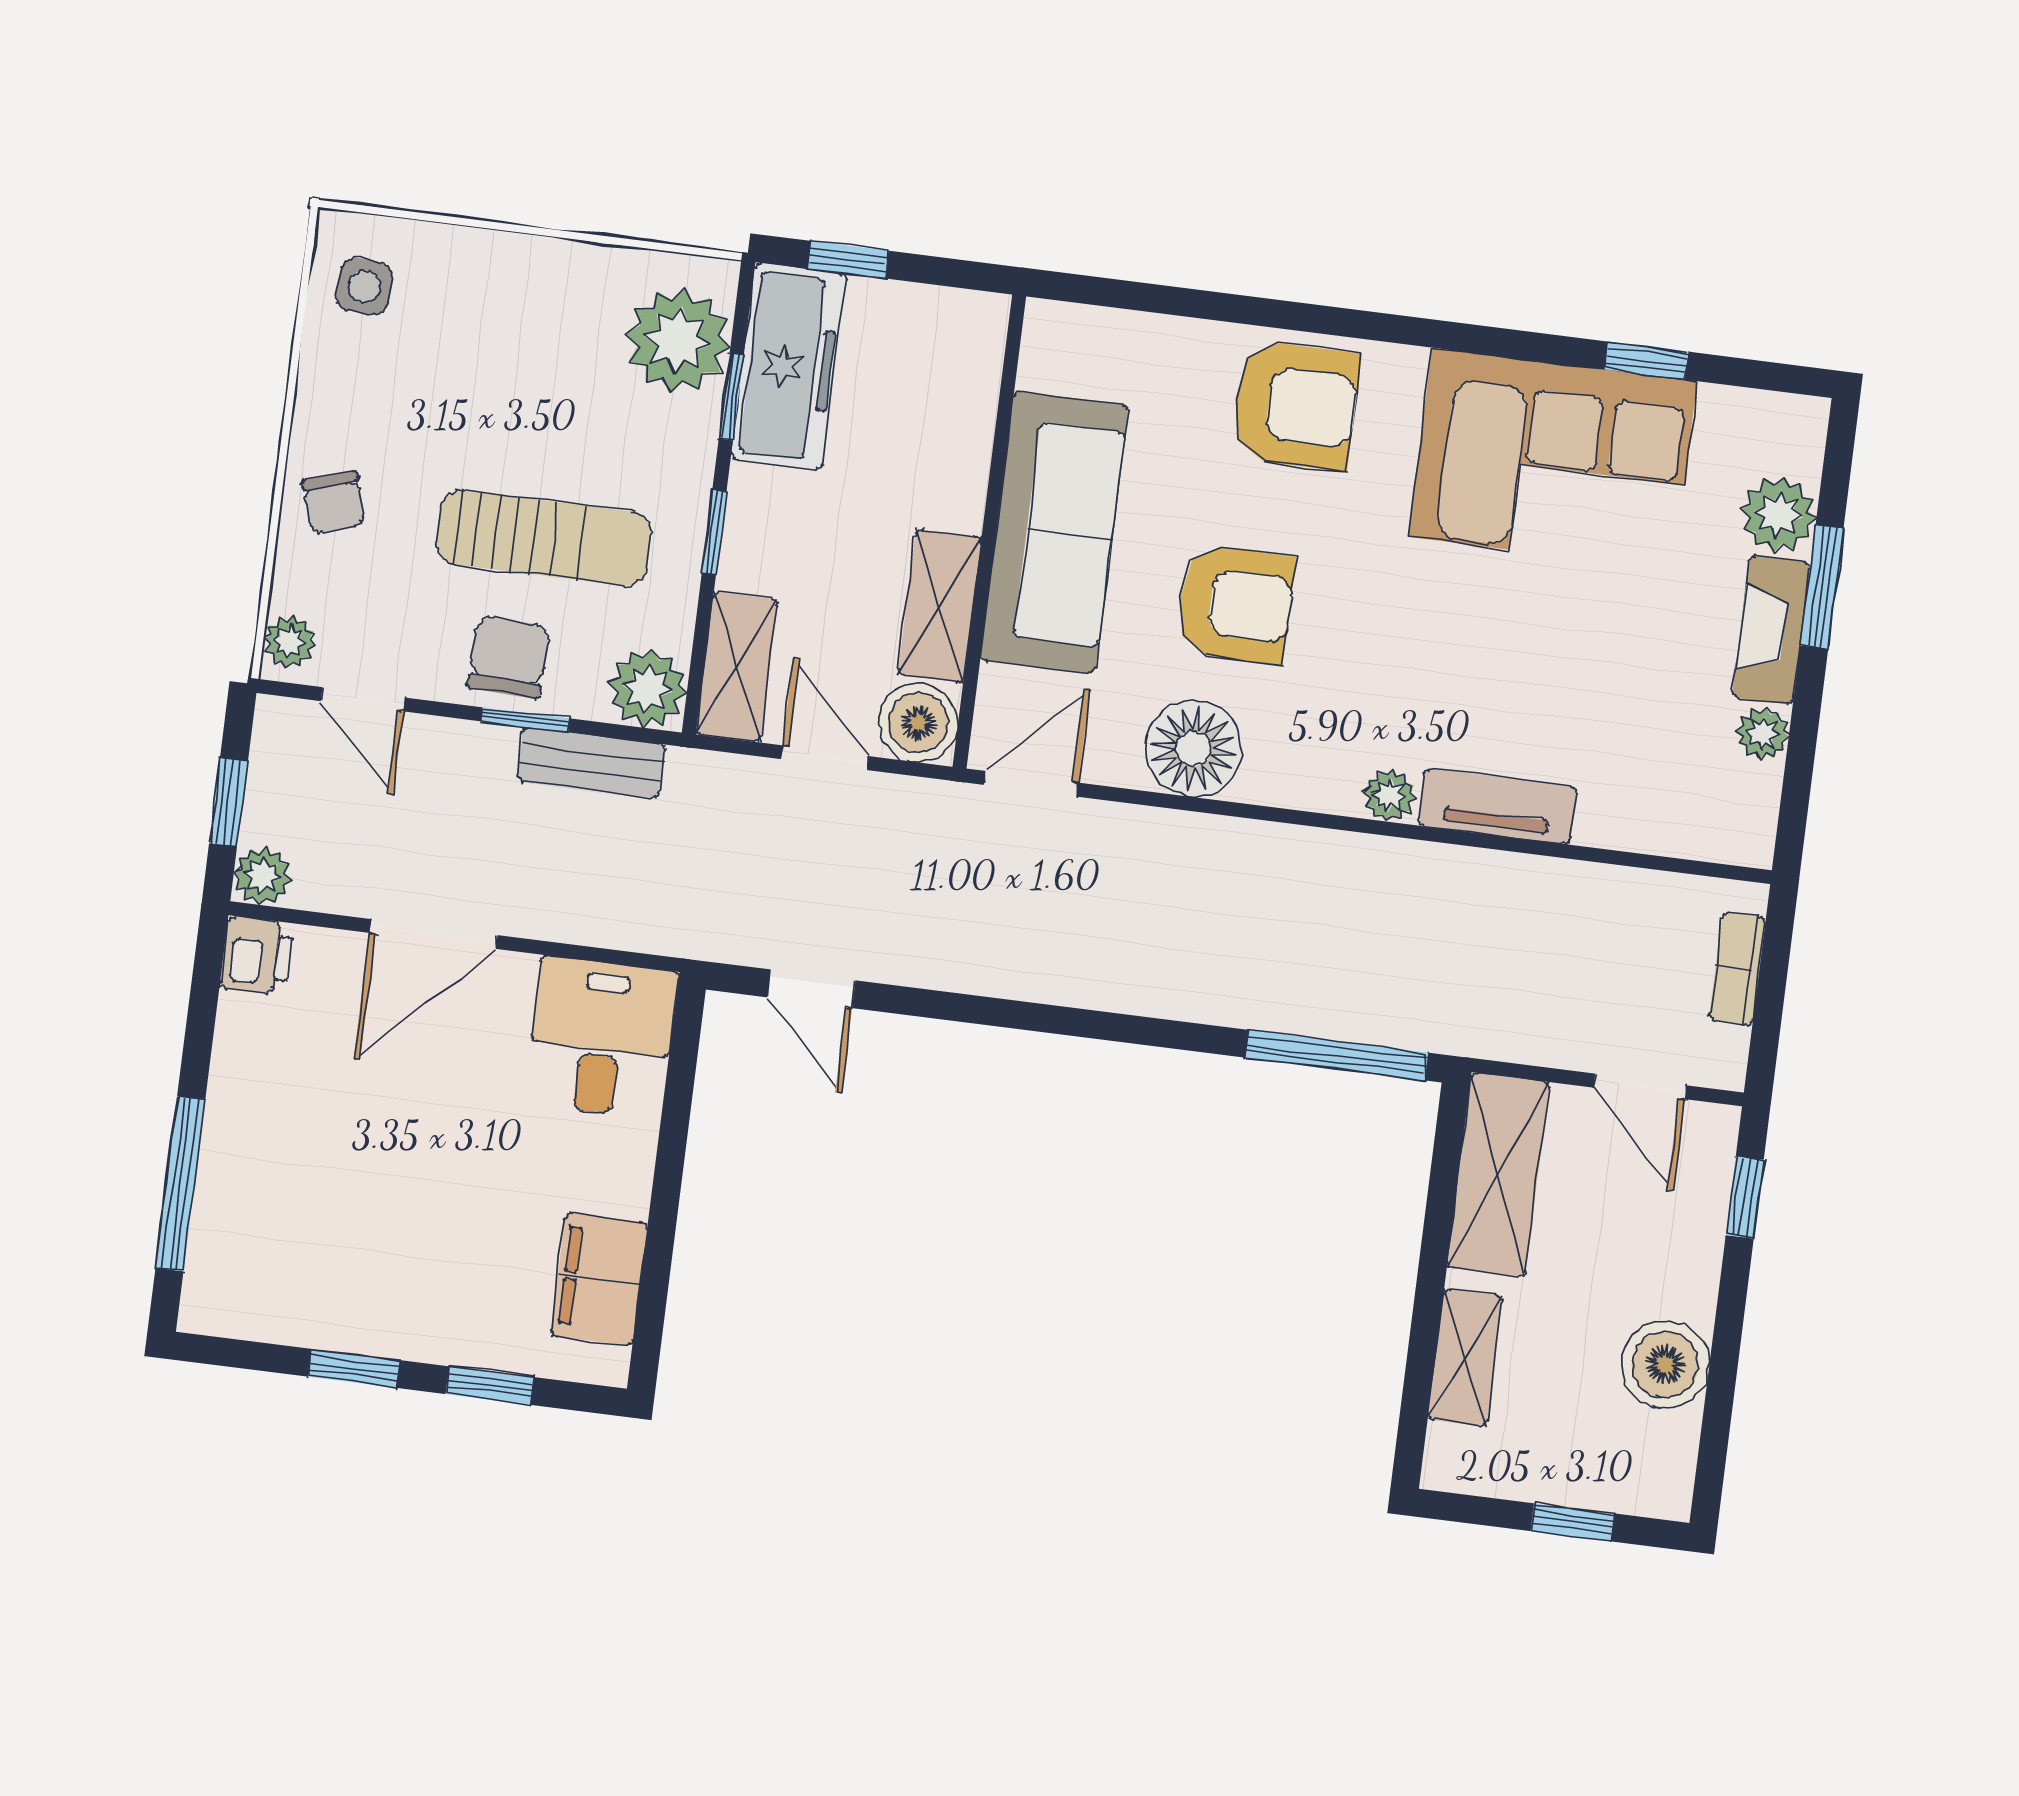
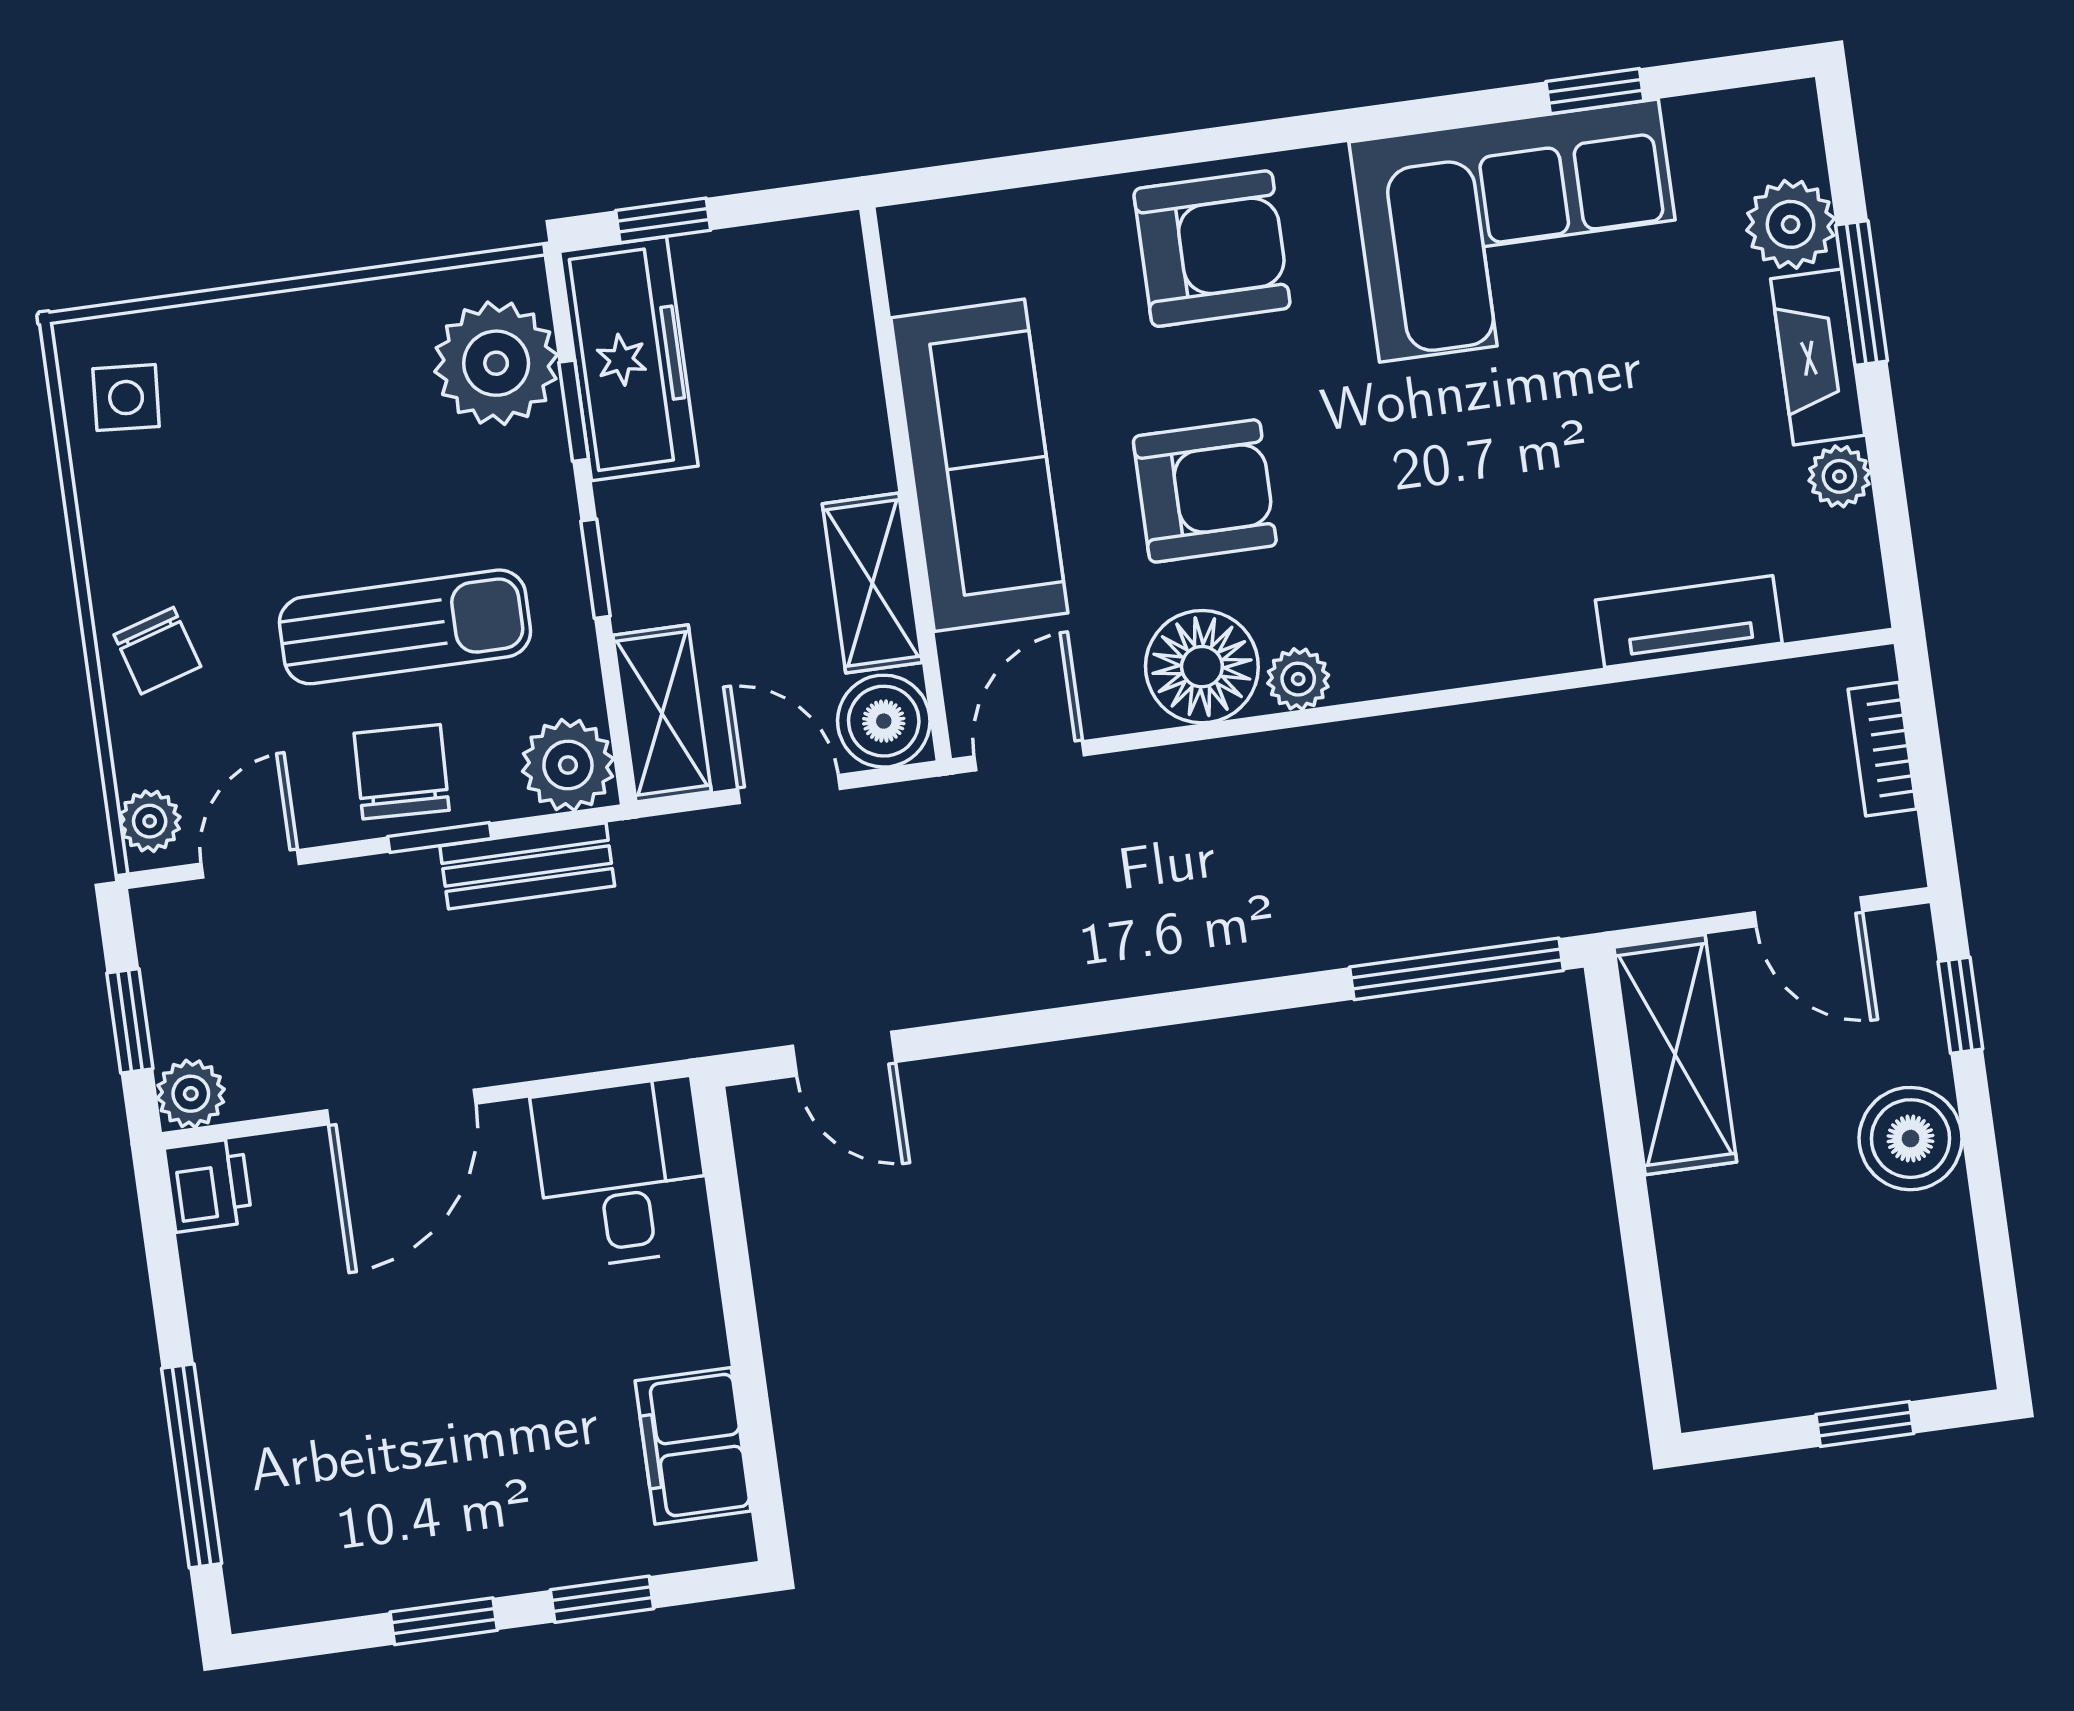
door: (363, 699) -> (250, 864), swing flipped
plant: (1389, 795) -> (1298, 679), moved
tv unit: (1497, 806) -> (1689, 621), moved
shelving: (1465, 1358) -> (1694, 1271), removed
boiler: (1665, 1365) -> (1911, 1139), moved

